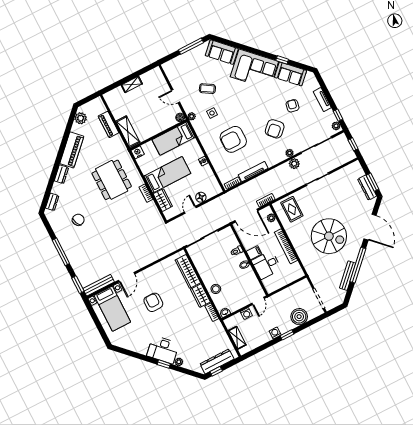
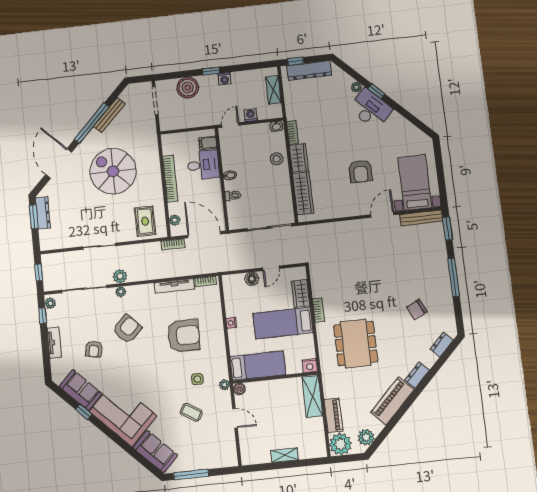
plant: (96, 107) -> (340, 444), added
filing cabinet: (254, 253) -> (208, 143), moved
window: (216, 371) -> (296, 61), moved

